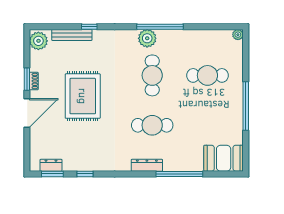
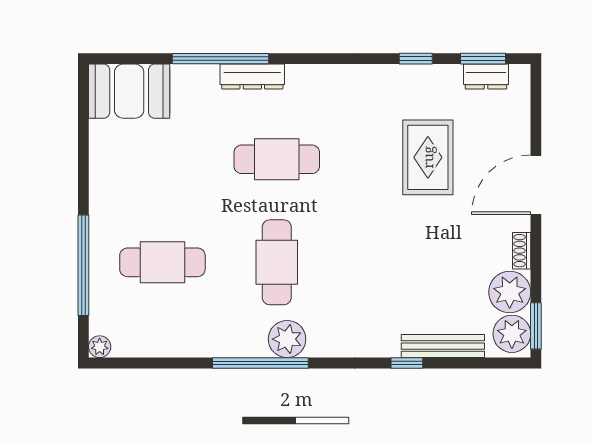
plant: (39, 61) -> (510, 292), added
window: (27, 79) -> (536, 326), moved
rug: (83, 96) -> (428, 157), moved, width x0.73, depth x0.69
window: (246, 106) -> (83, 265), moved
dresser: (147, 165) -> (252, 77), moved

